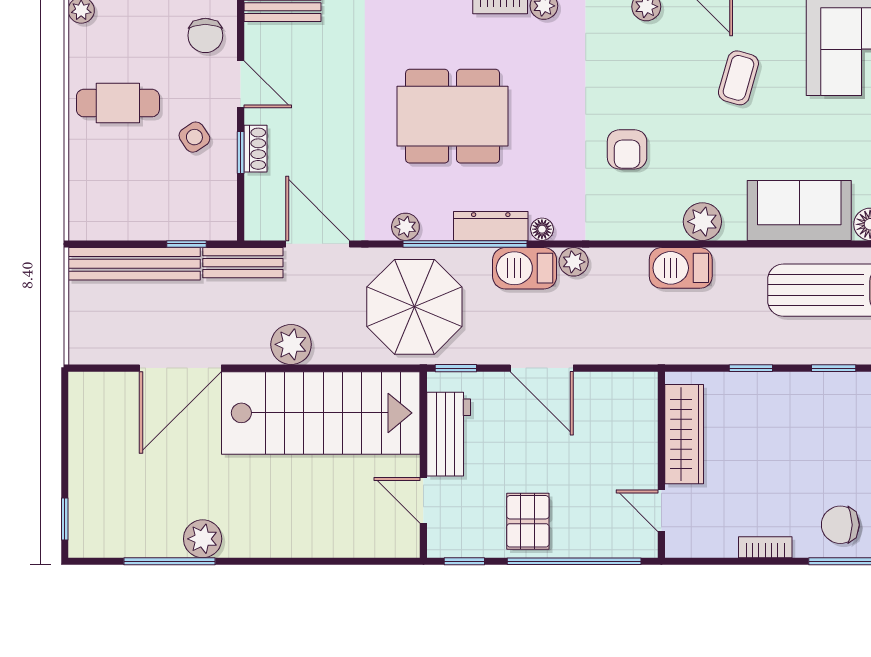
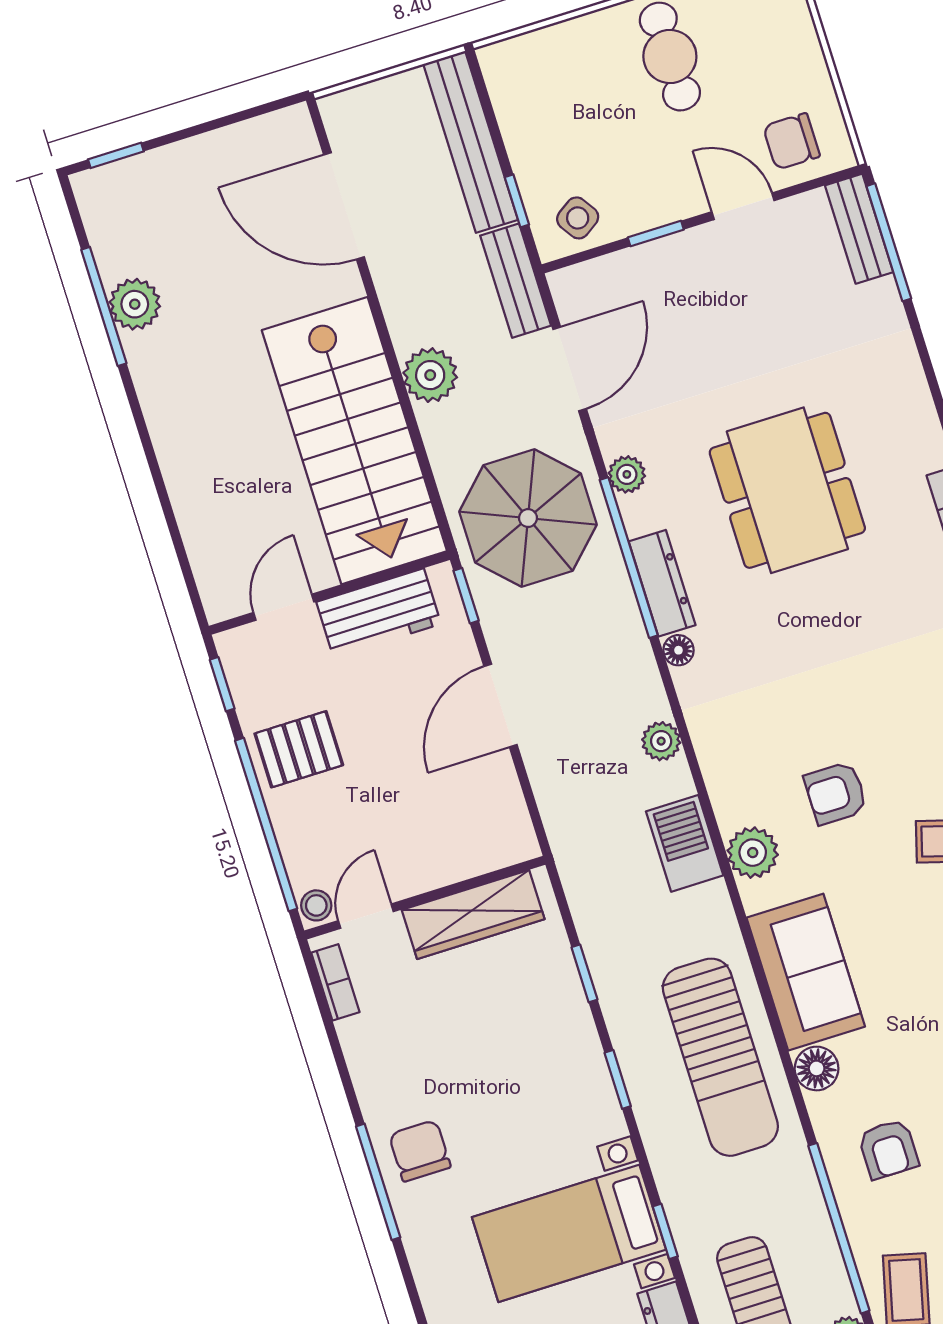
door: (241, 84) -> (743, 206), swing flipped
side table: (194, 137) -> (578, 218), moved
shoe rack: (255, 149) -> (667, 251), removed
armchair: (627, 149) -> (836, 793), moved
plant: (574, 262) -> (661, 741), moved
barbecue: (525, 268) -> (622, 644), removed
door: (180, 368) -> (344, 206), moved
plant: (203, 539) -> (135, 304), moved
stool: (643, 544) -> (316, 905), added
bookcase: (765, 547) -> (335, 982), moved

